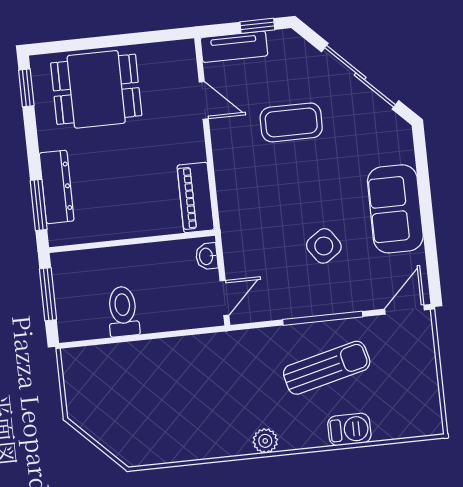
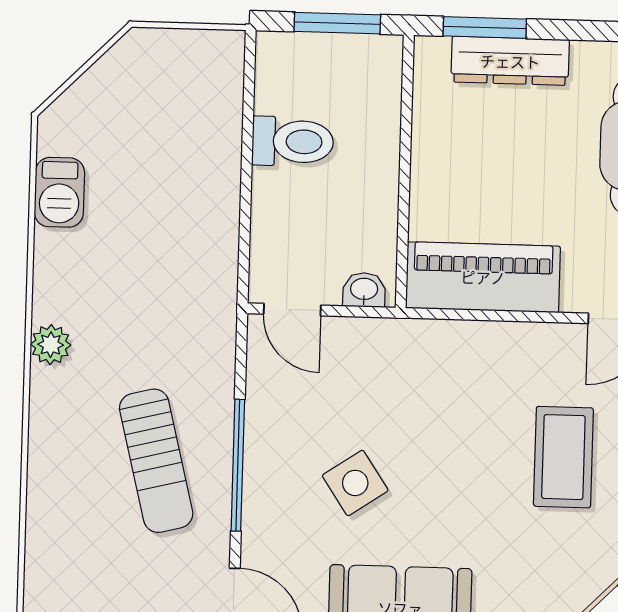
piano: (196, 197) -> (483, 277), width x1.37, depth x1.33
barbecue: (349, 429) -> (59, 192), moved

